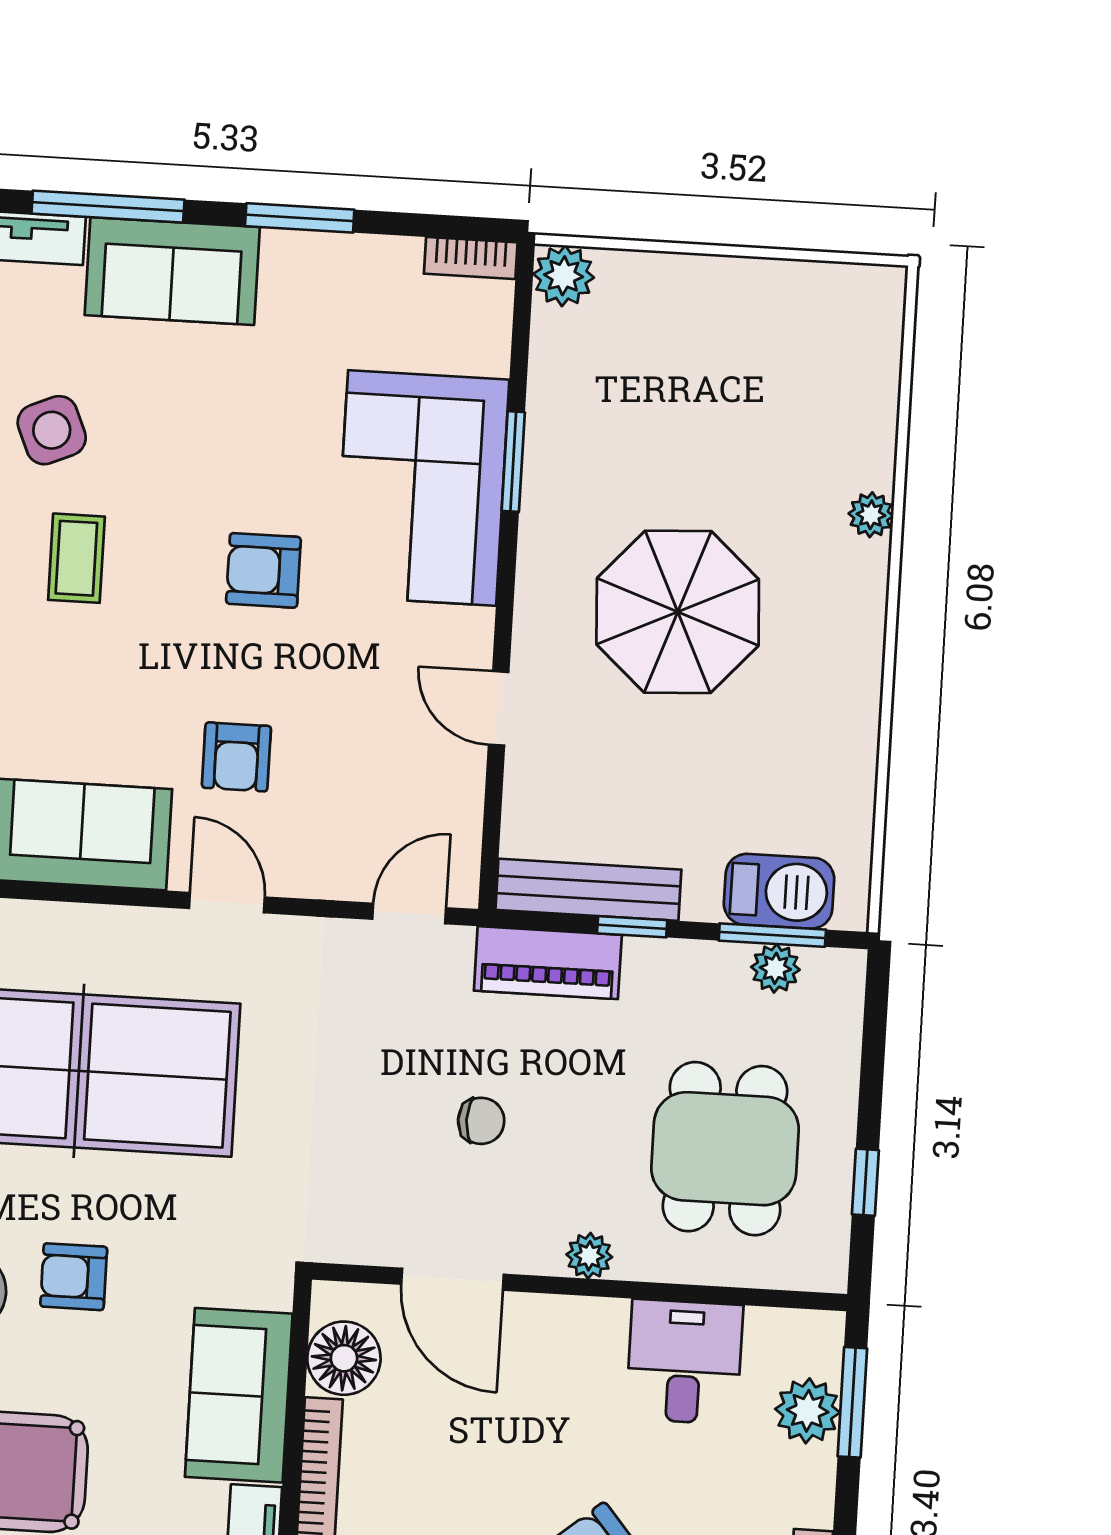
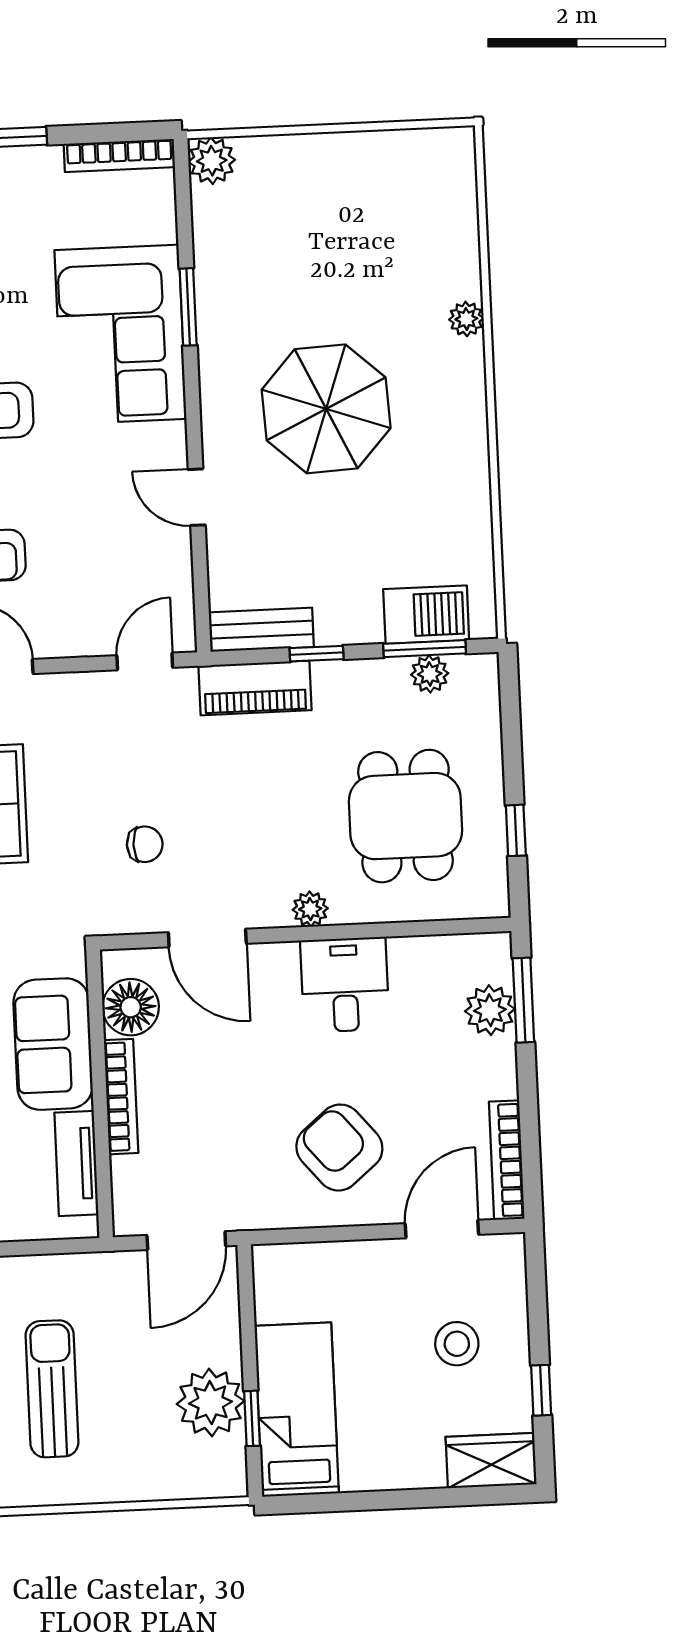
bookcase: (471, 258) -> (119, 155), width x1.56
bench: (588, 890) -> (261, 630), width x0.73
chair: (481, 1121) -> (145, 844), moved
desk: (684, 1362) -> (345, 985), moved

